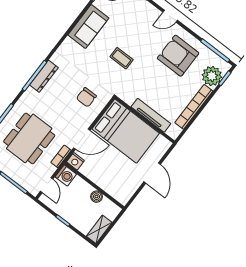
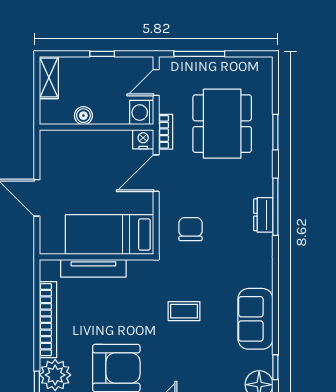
dresser: (44, 76) -> (263, 215), width x0.70
bed: (126, 131) -> (110, 235), width x0.67
door: (47, 185) -> (156, 82), hinge flipped

